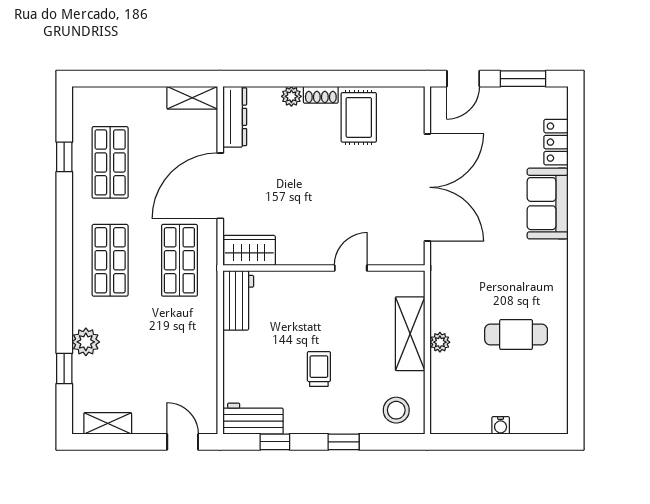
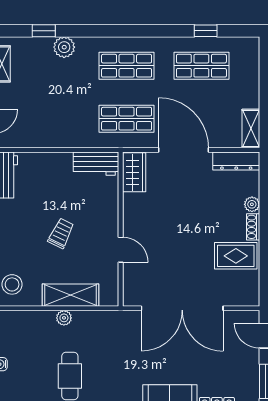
trolley: (319, 369) -> (61, 233), moved, turned -64

